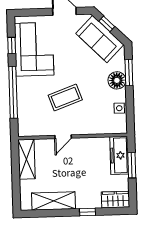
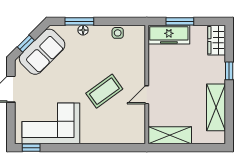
window: (12, 45) -> (31, 148), moved
floor lamp: (117, 80) -> (83, 30), width x0.53, depth x0.53
window: (13, 92) -> (97, 148), removed
coffee table: (65, 98) -> (104, 91), turned 74
door: (63, 137) -> (147, 95), swing flipped

